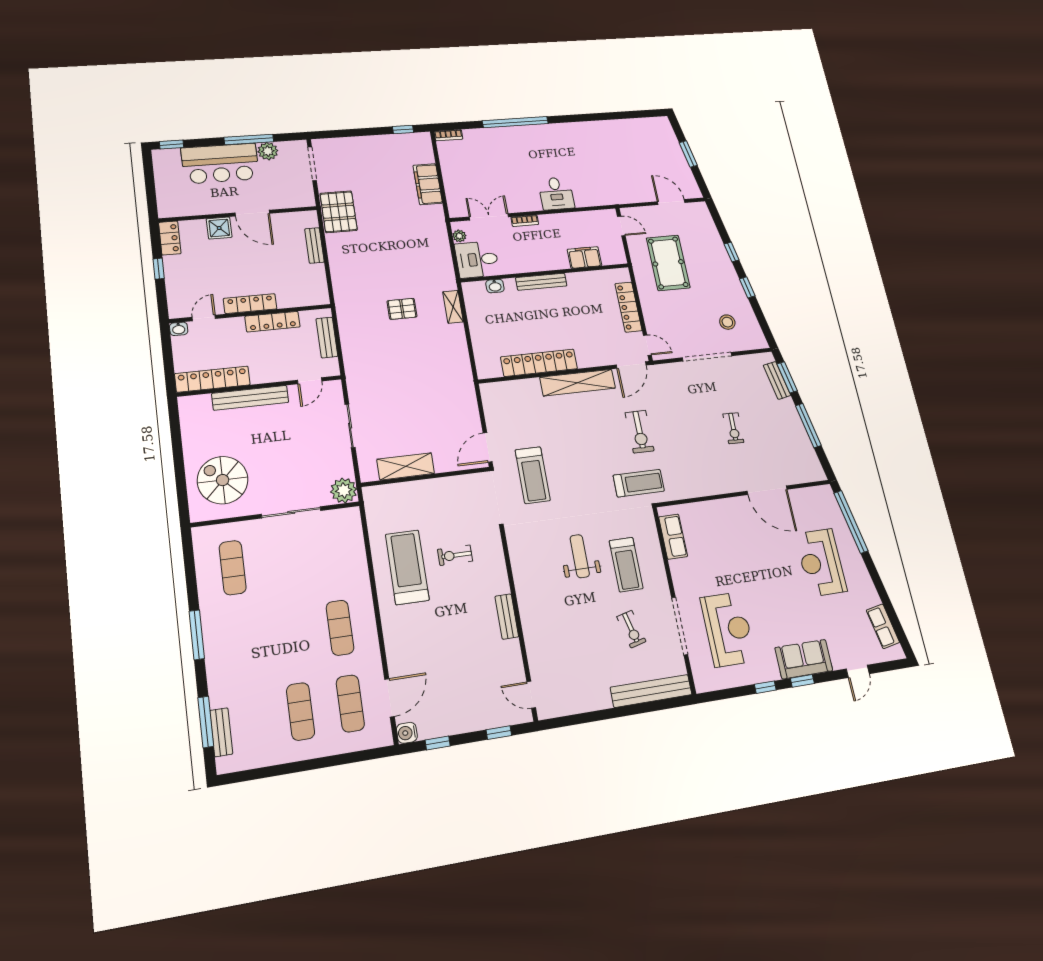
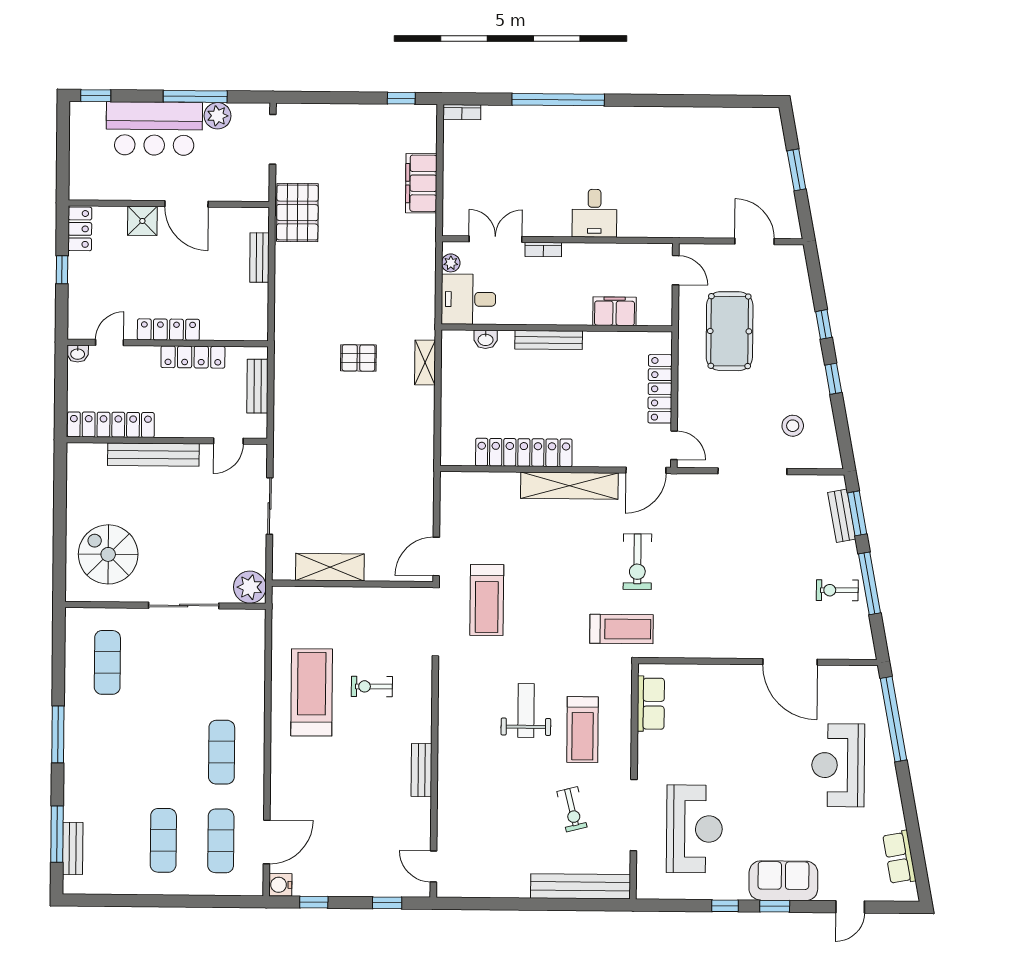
exercise bike: (733, 428) -> (837, 590), moved, turned 88

